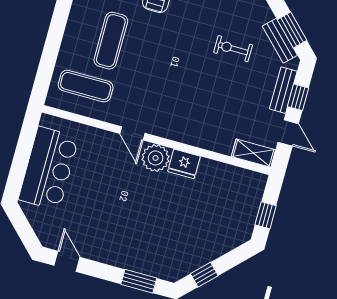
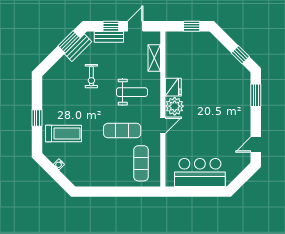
exercise mat: (111, 41) -> (122, 131), moved
weight bench: (193, 101) -> (132, 92), added
shelving: (253, 153) -> (154, 58), moved

